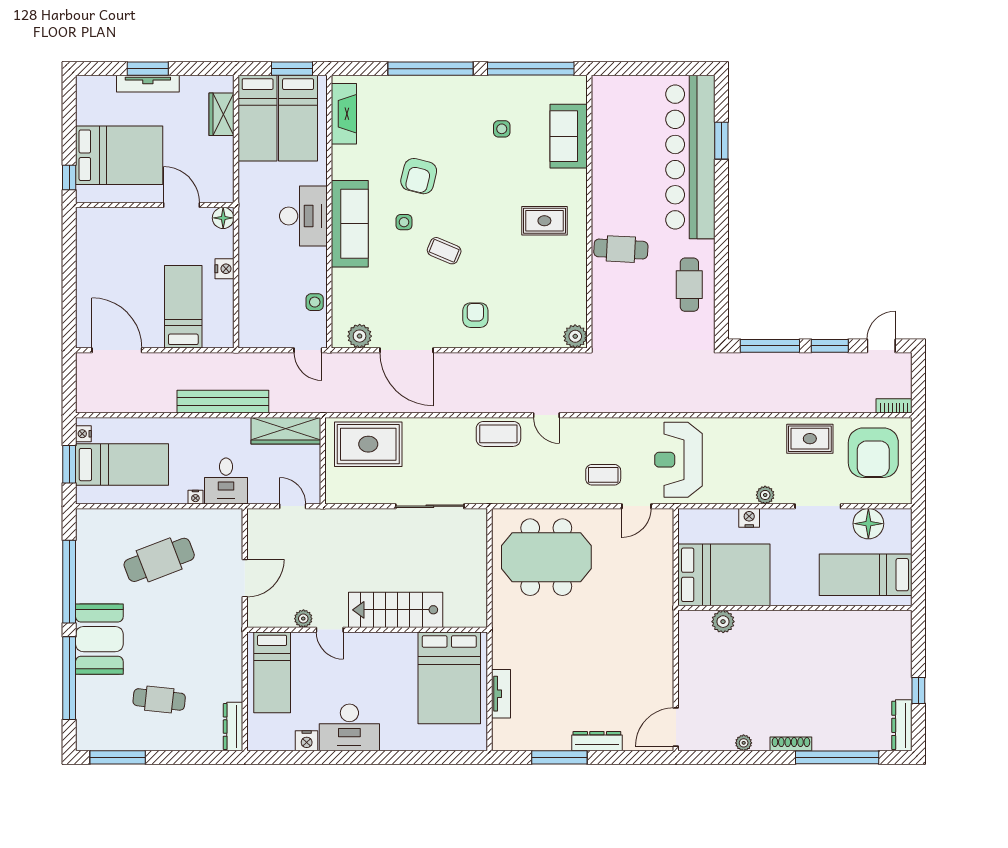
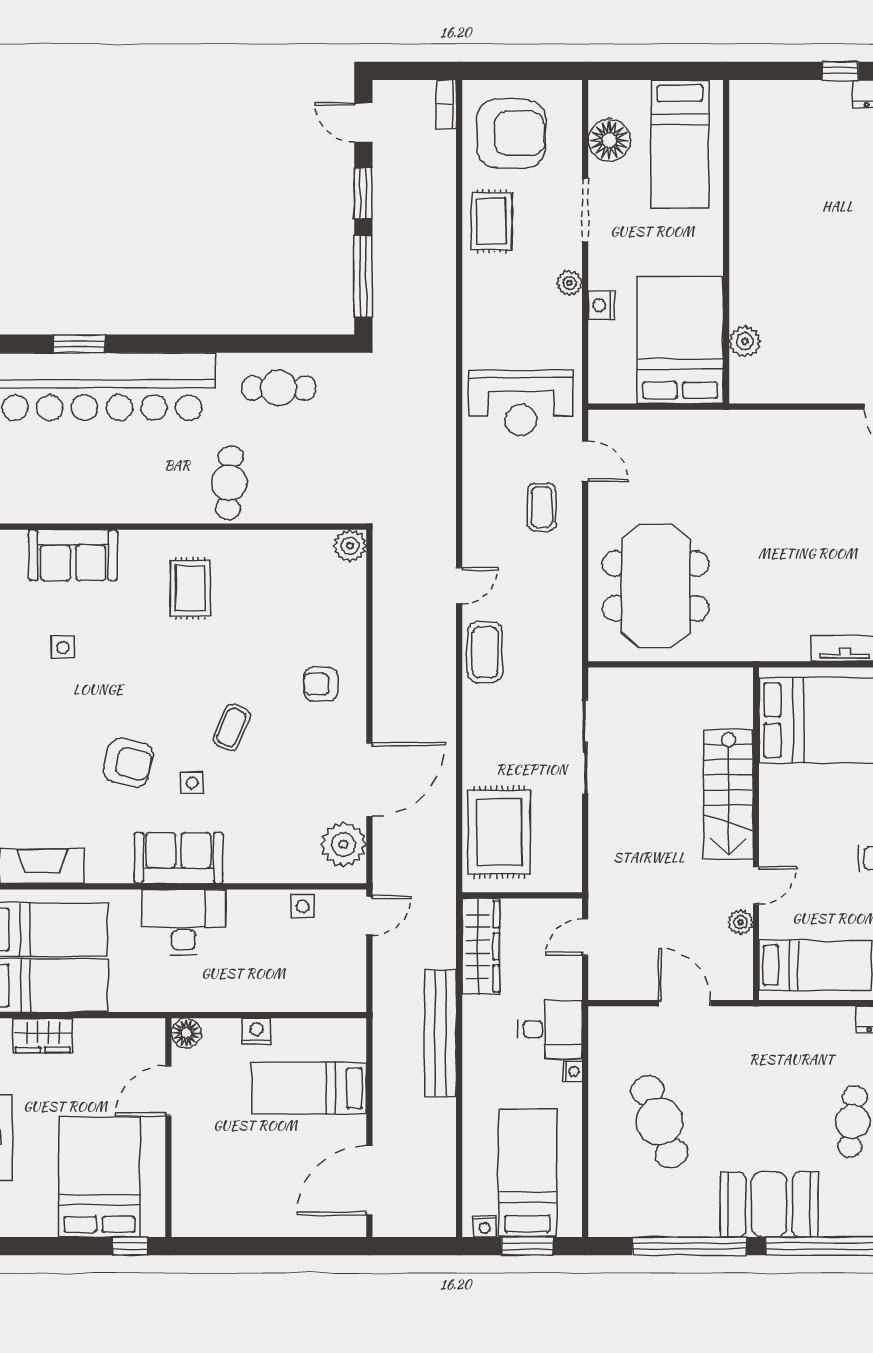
sofa: (350, 224) -> (178, 858), width x0.73
plant: (360, 336) -> (344, 844), width x1.36, depth x1.36

